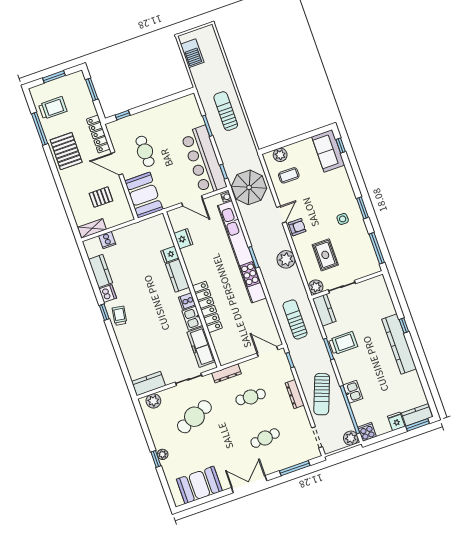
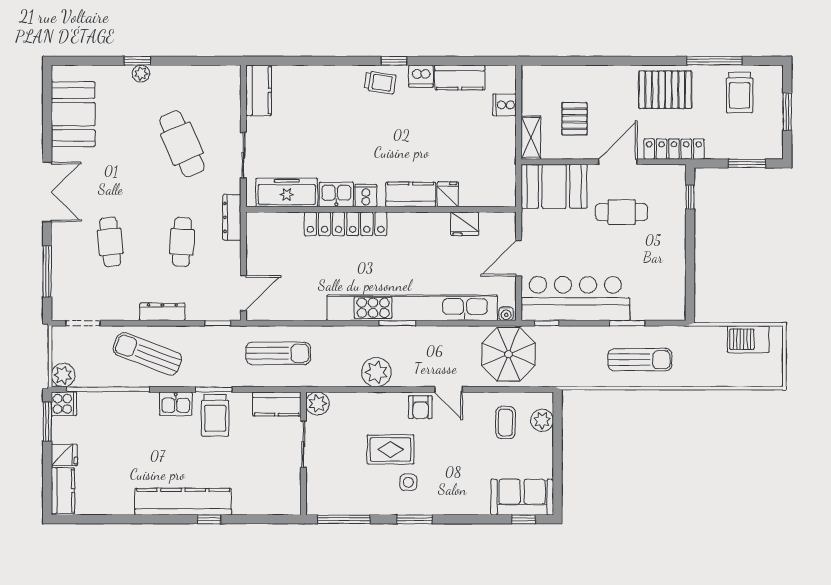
shelving: (92, 228) -> (531, 138), moved
rug: (325, 255) -> (390, 450), moved
kitchen sink: (353, 392) -> (176, 404), moved
plant: (153, 401) -> (229, 89), removed
window: (418, 425) -> (47, 422), moved

